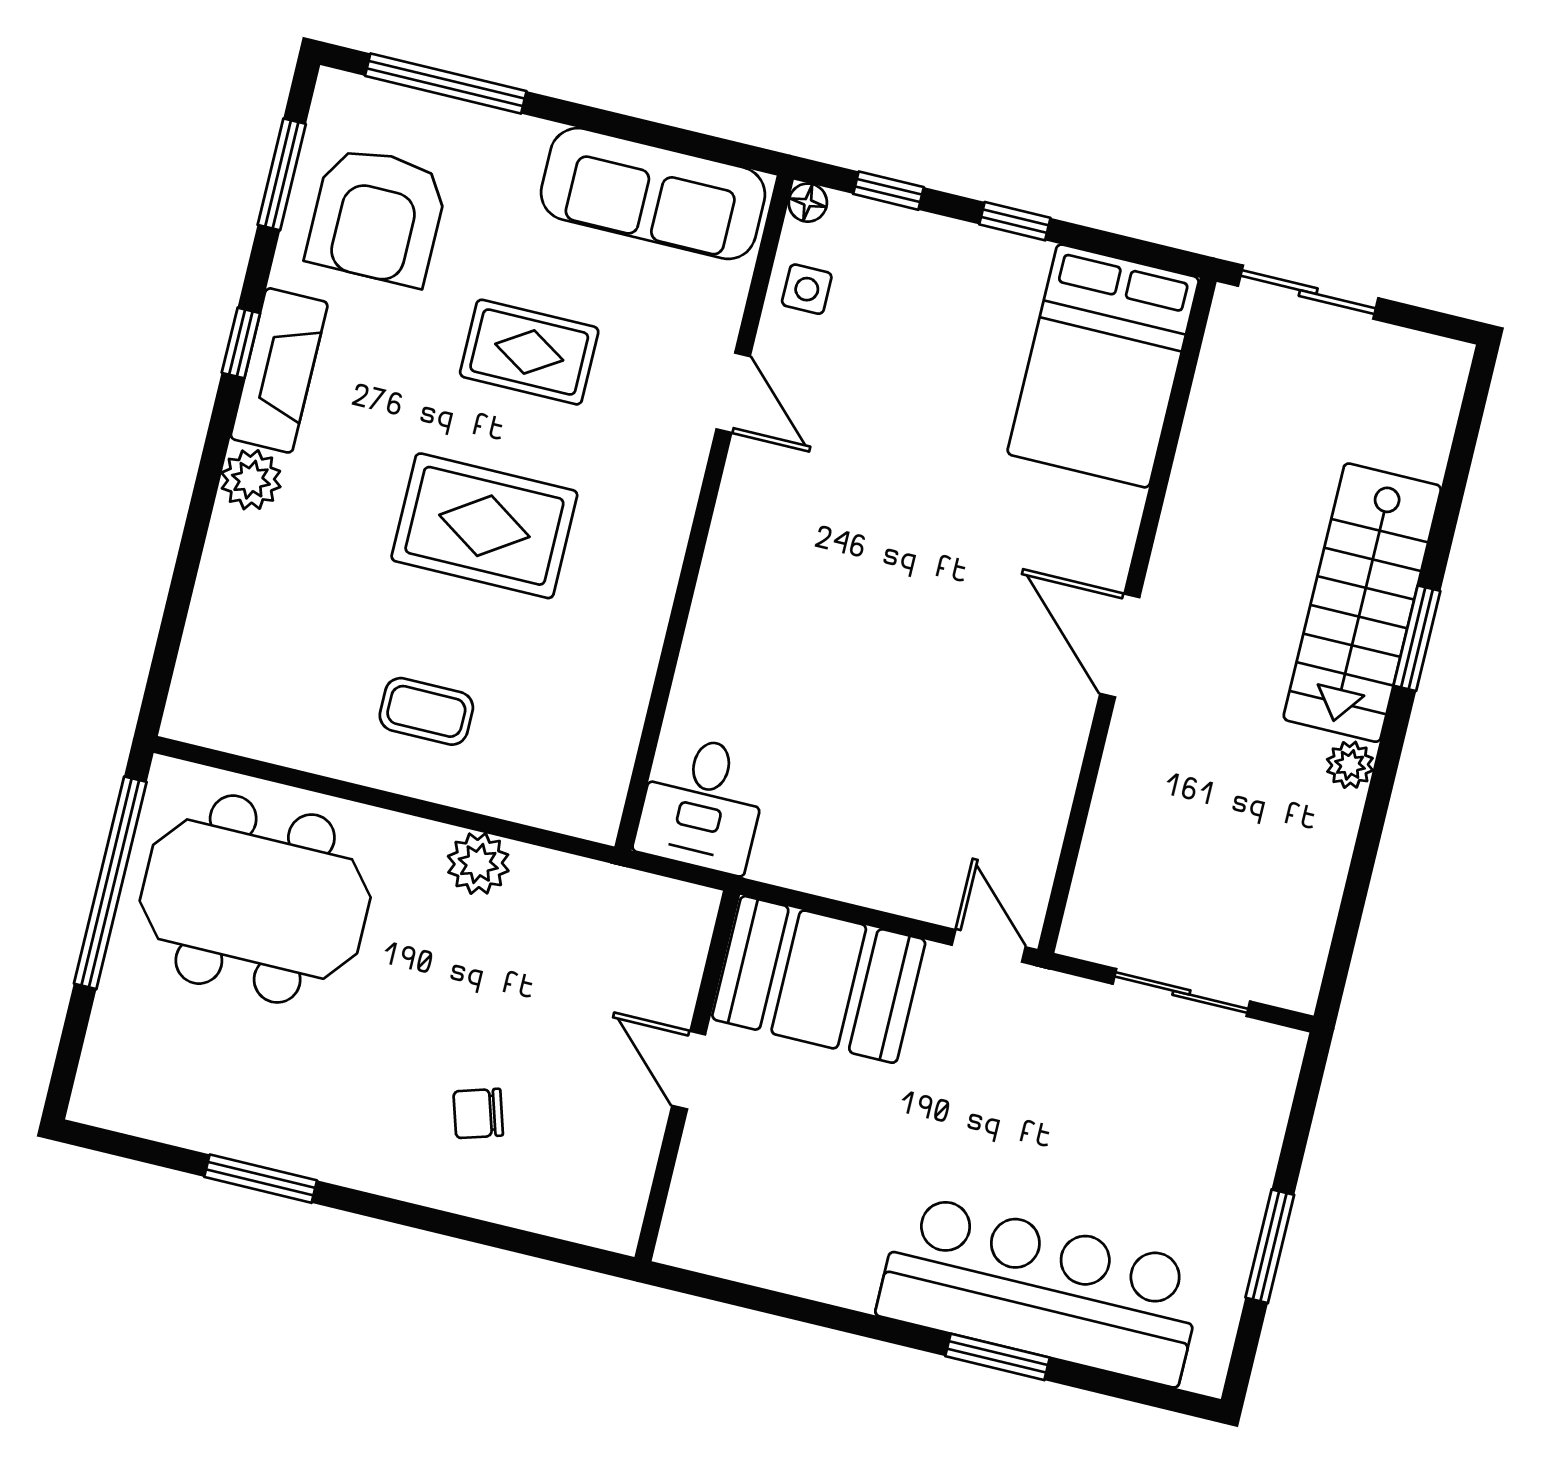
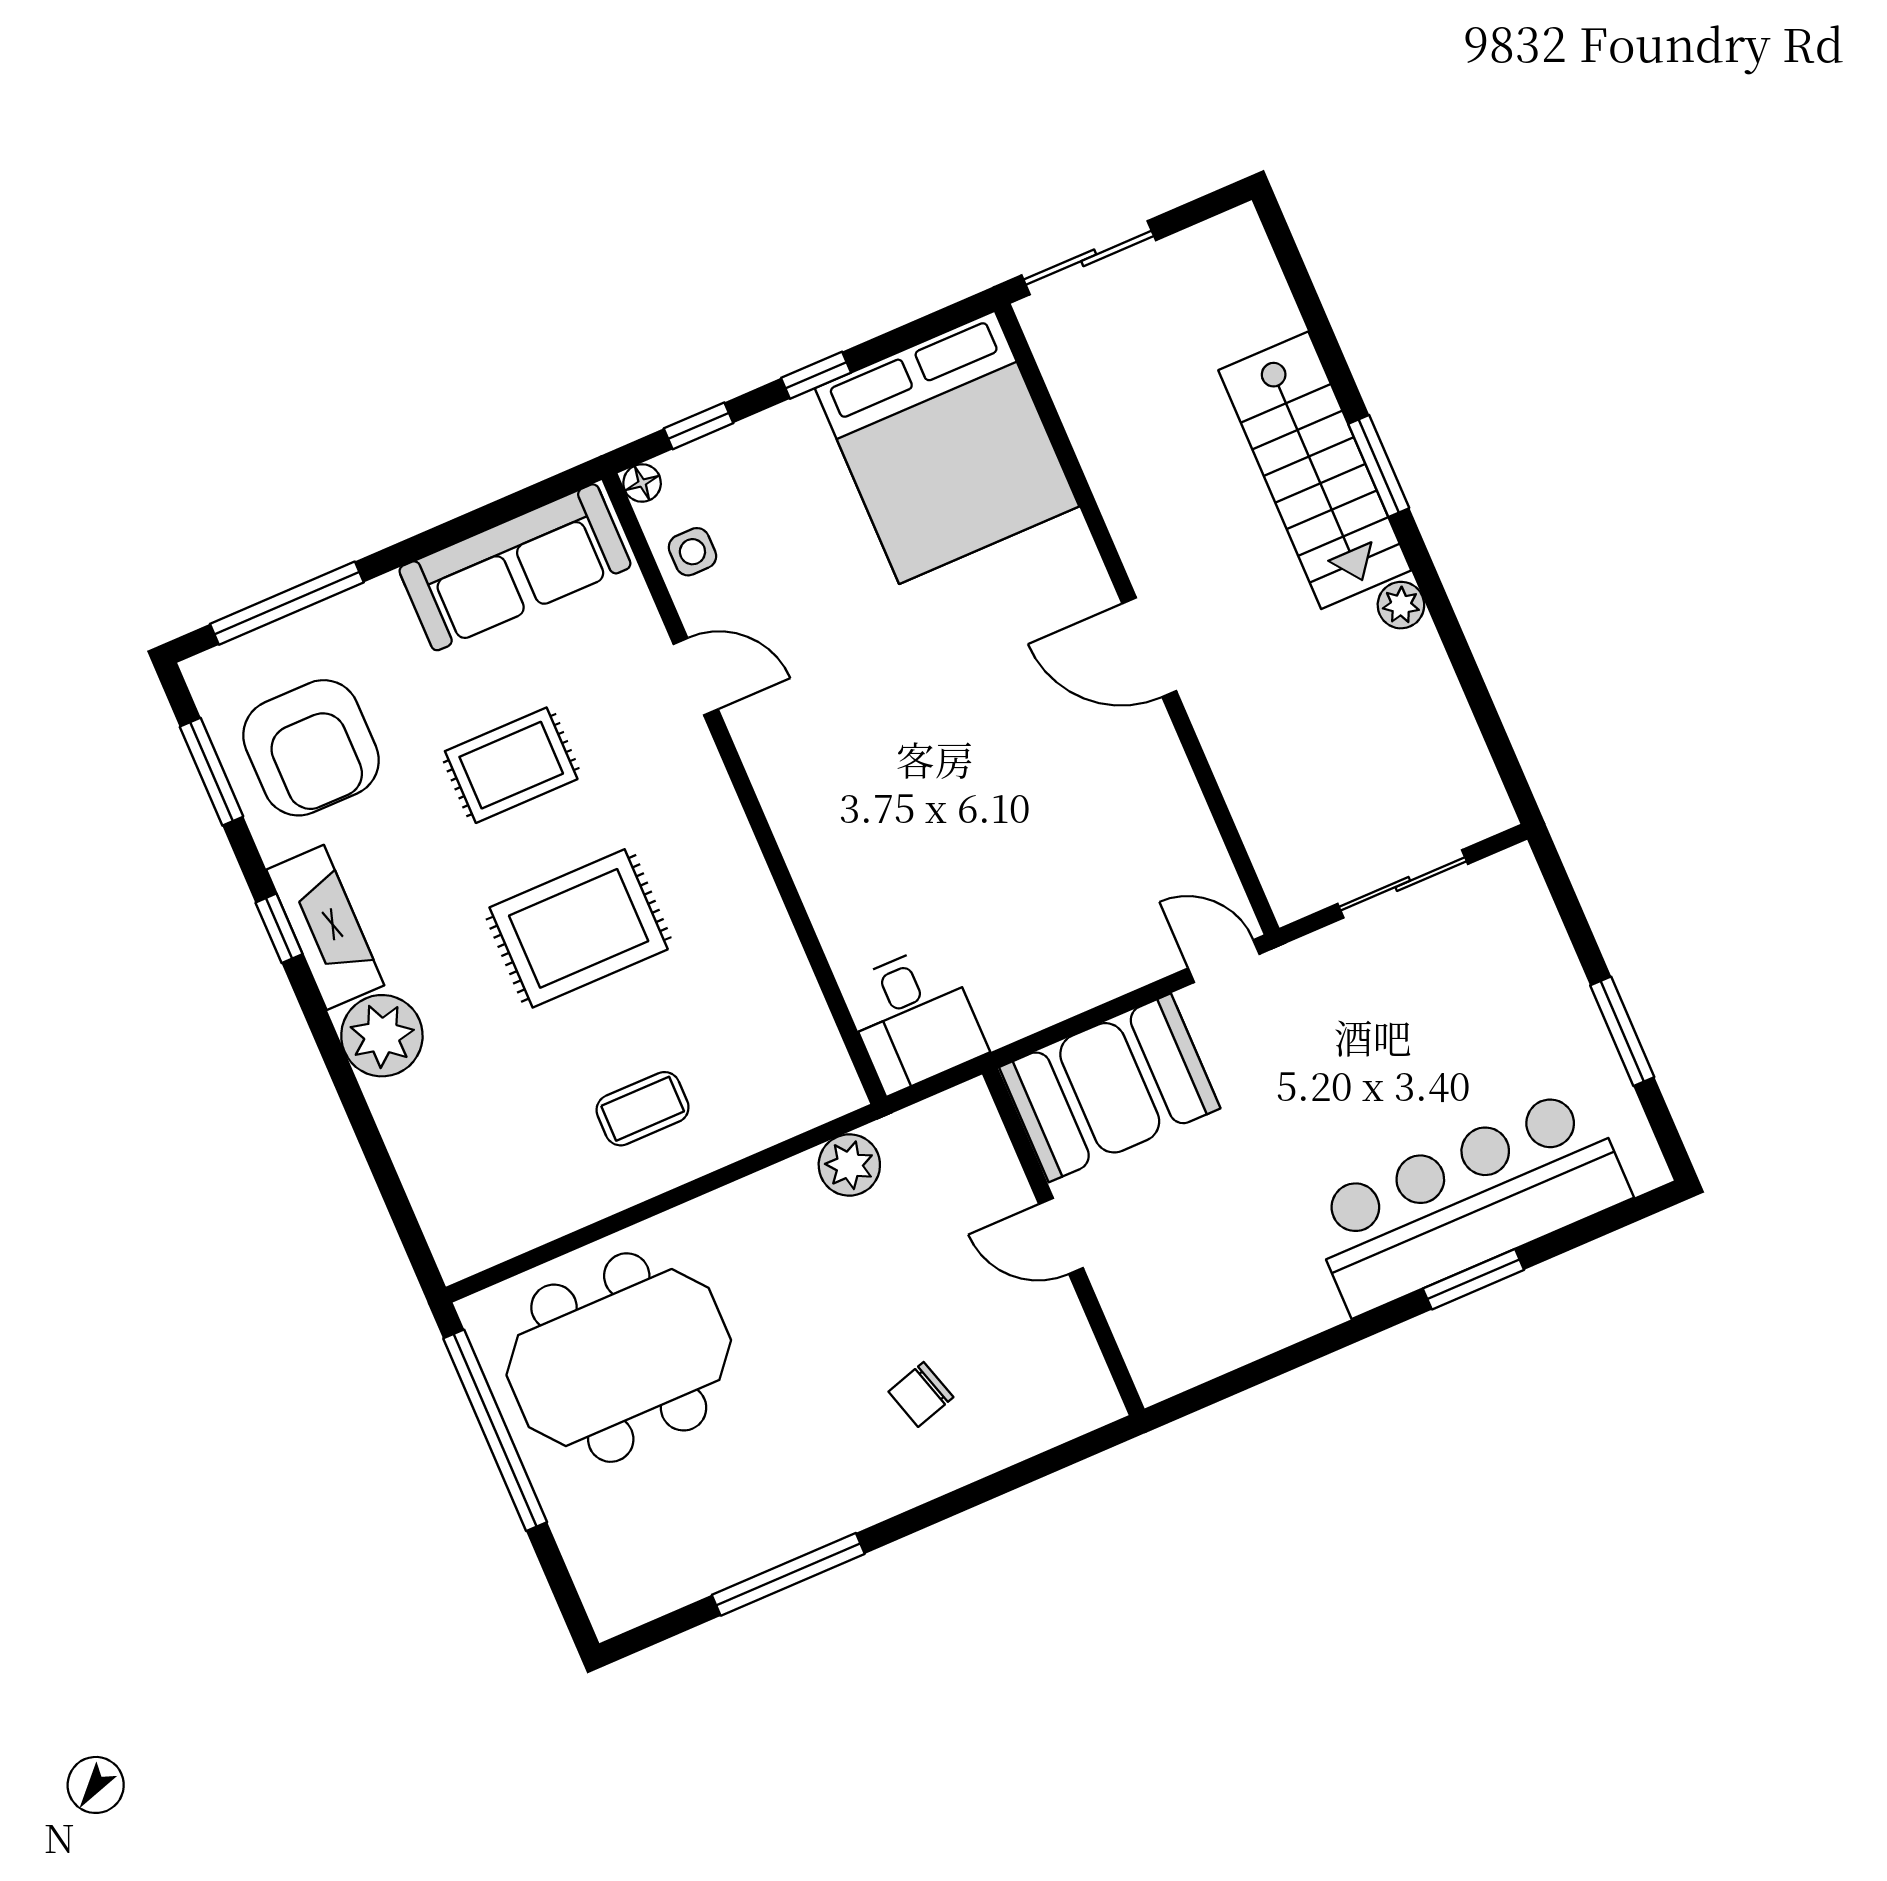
bed: (1103, 366) -> (947, 447), width x1.36
plant: (251, 480) -> (382, 1036), width x1.36, depth x1.36
plant: (478, 864) -> (849, 1165), moved
window: (261, 1179) -> (788, 1574), width x1.44

